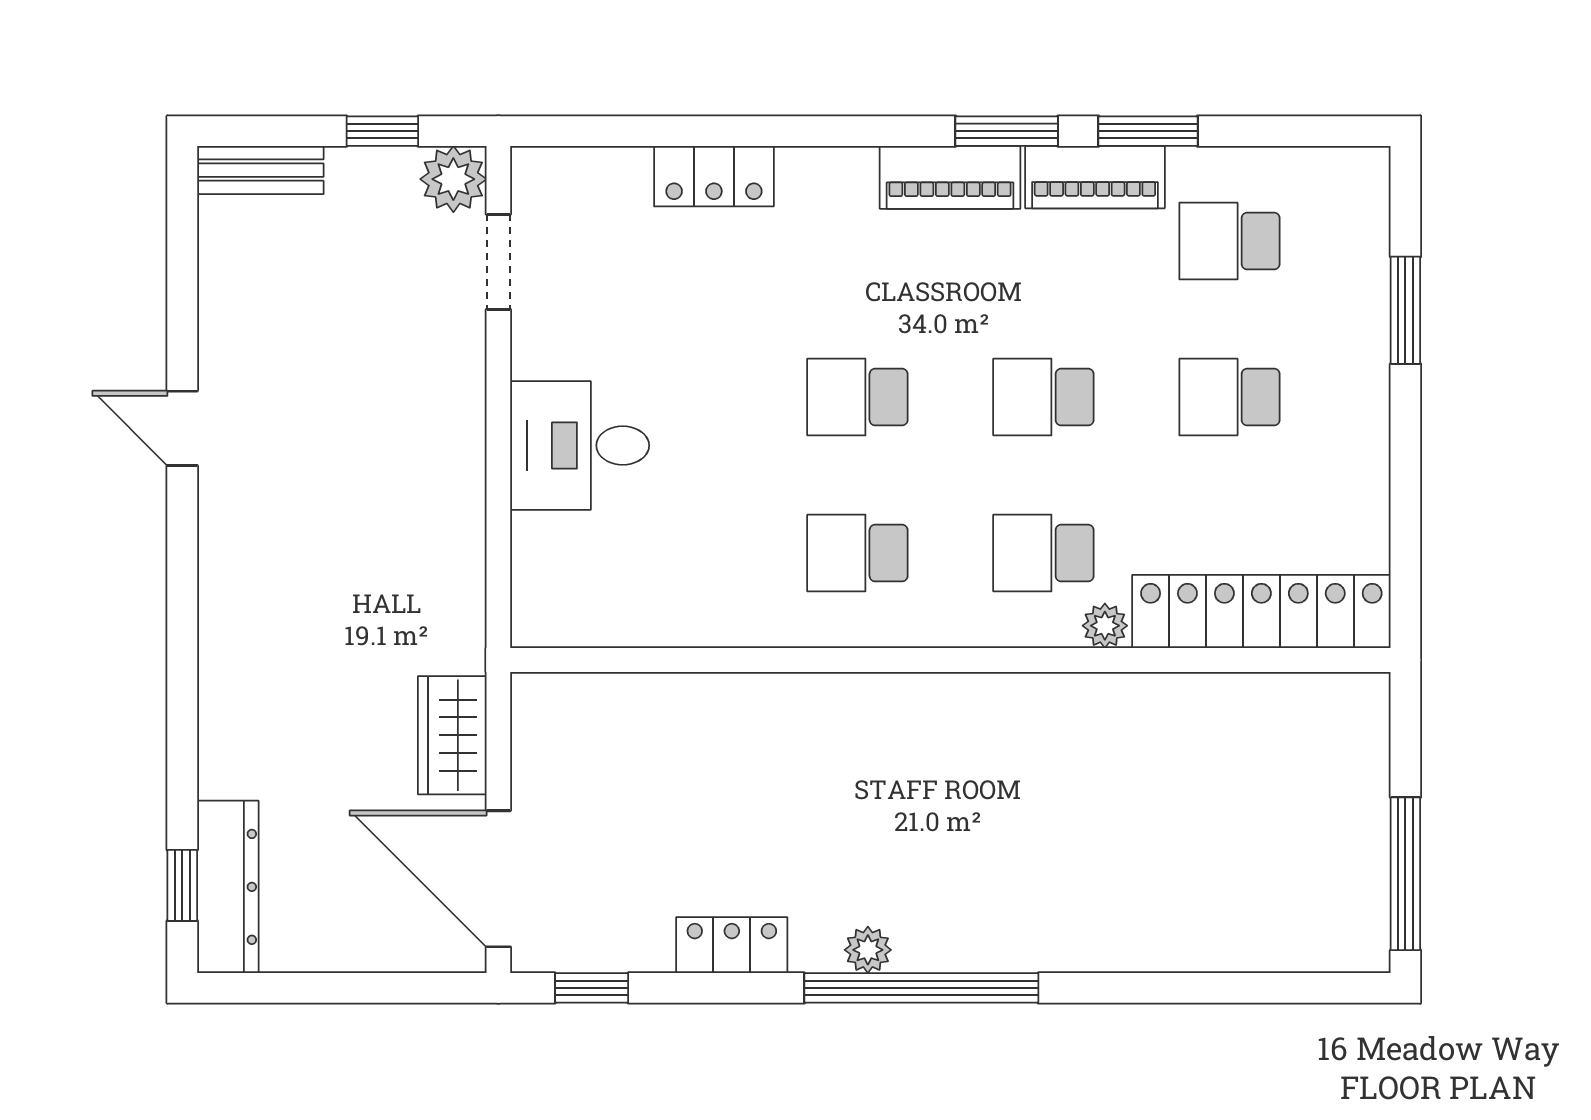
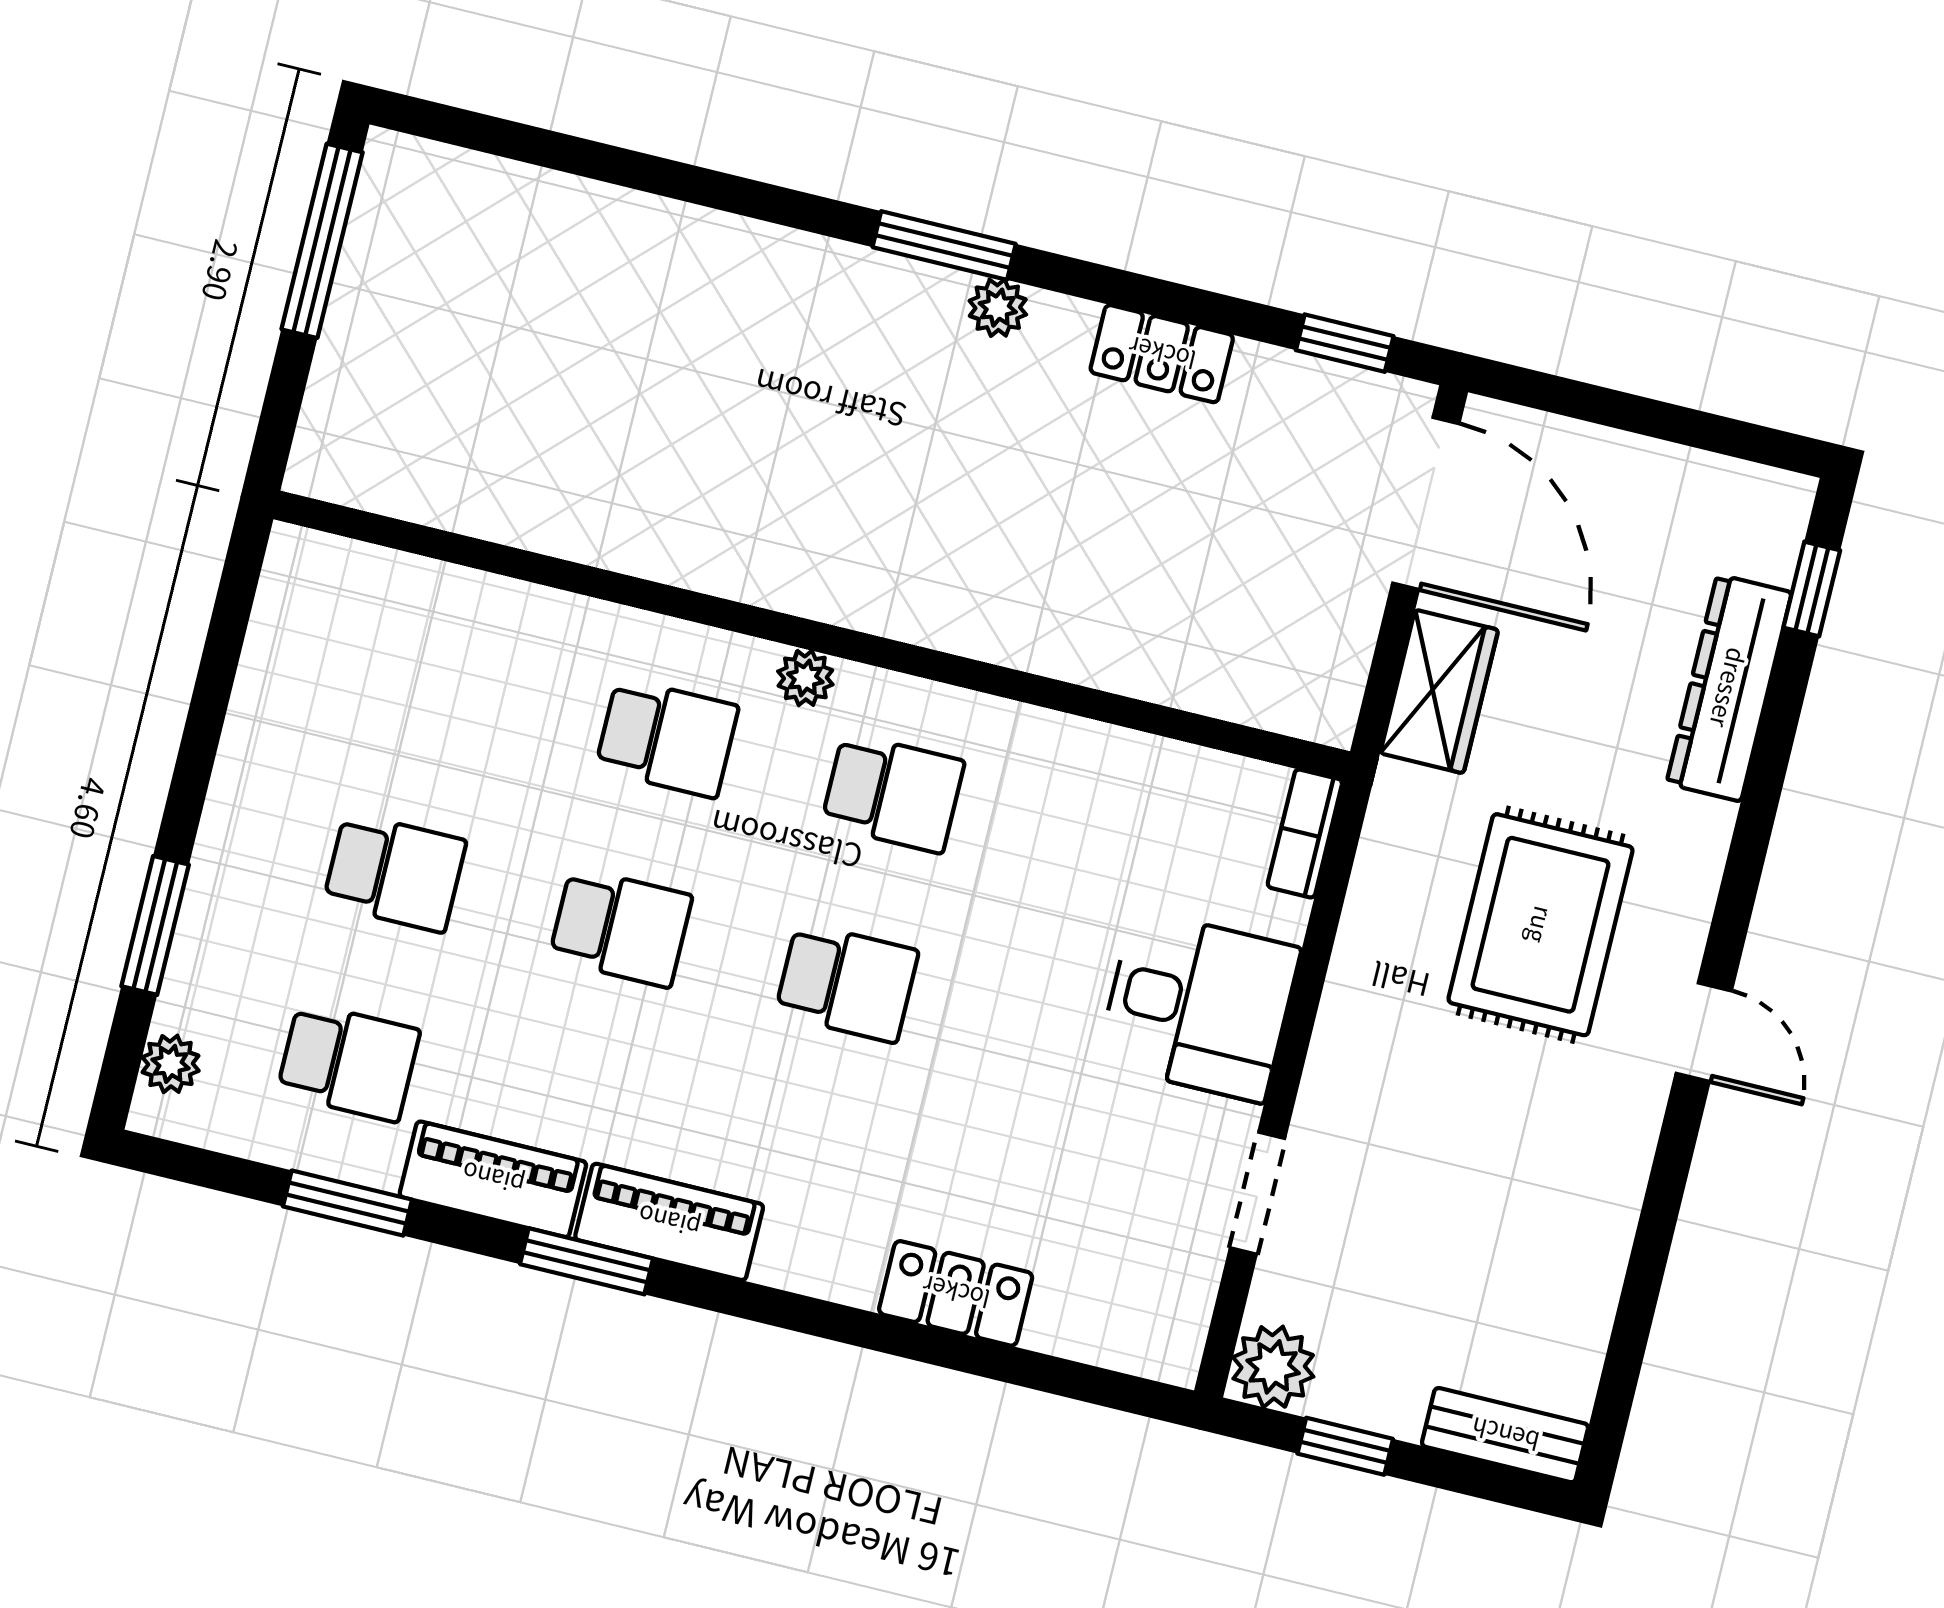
window: (1148, 131) -> (347, 1203), moved
plant: (1367, 206) -> (170, 1064), added
doorway: (498, 262) -> (1258, 1193), moved
door: (182, 428) -> (1704, 1032), moved
rug: (329, 573) -> (1541, 925), added
bookcase: (530, 599) -> (1305, 833), added
locker: (1261, 612) -> (419, 602), removed
plant: (1105, 626) -> (805, 678), moved
dresser: (228, 887) -> (1729, 688), moved
window: (921, 988) -> (944, 245), width x0.47

